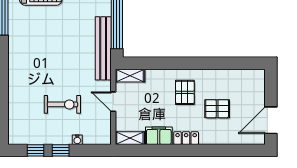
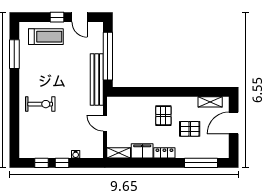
shelving: (130, 76) -> (210, 102), moved
exercise bike: (62, 104) -> (40, 104), moved
door: (271, 120) -> (234, 123), moved
window: (231, 150) -> (201, 163), added

